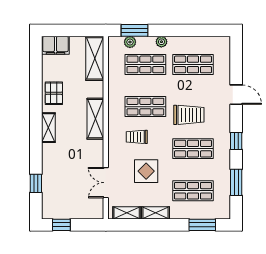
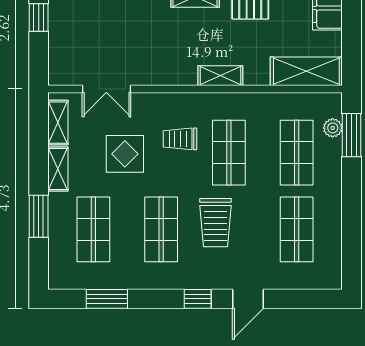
plant: (161, 42) -> (333, 179), removed
shelving: (95, 119) -> (220, 76), width x0.67, depth x0.75
trolley: (137, 137) -> (180, 139), turned -90
window: (236, 141) -> (198, 299), moved
double door: (106, 183) -> (106, 89), swing flipped
window: (202, 225) -> (39, 216), moved

